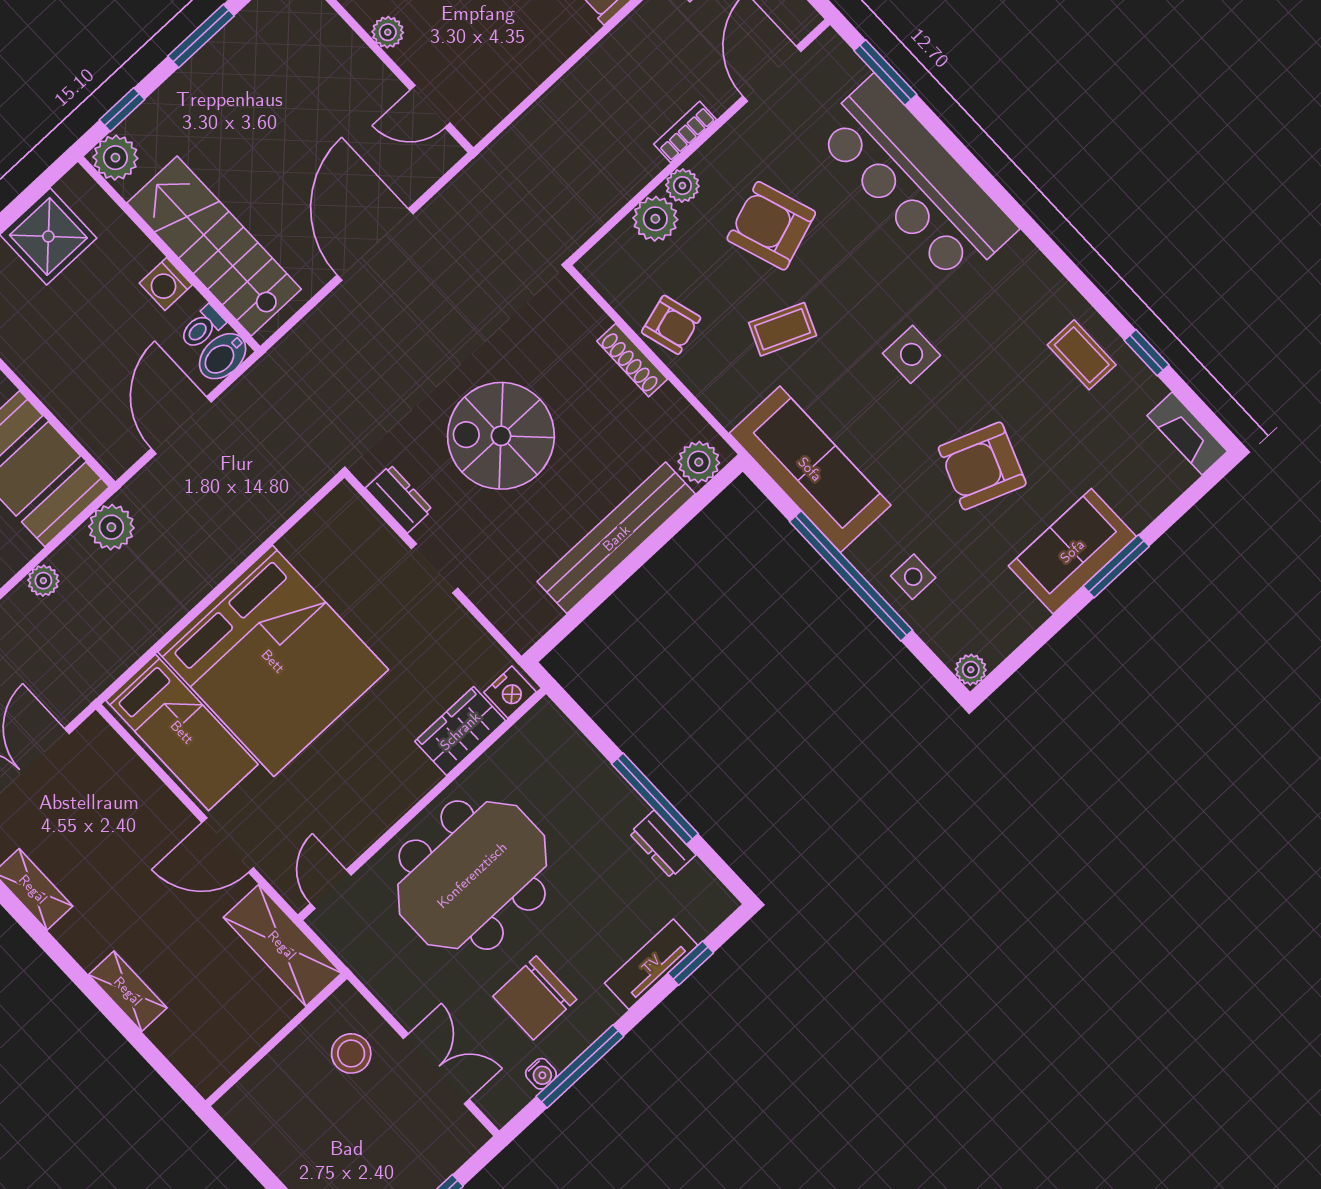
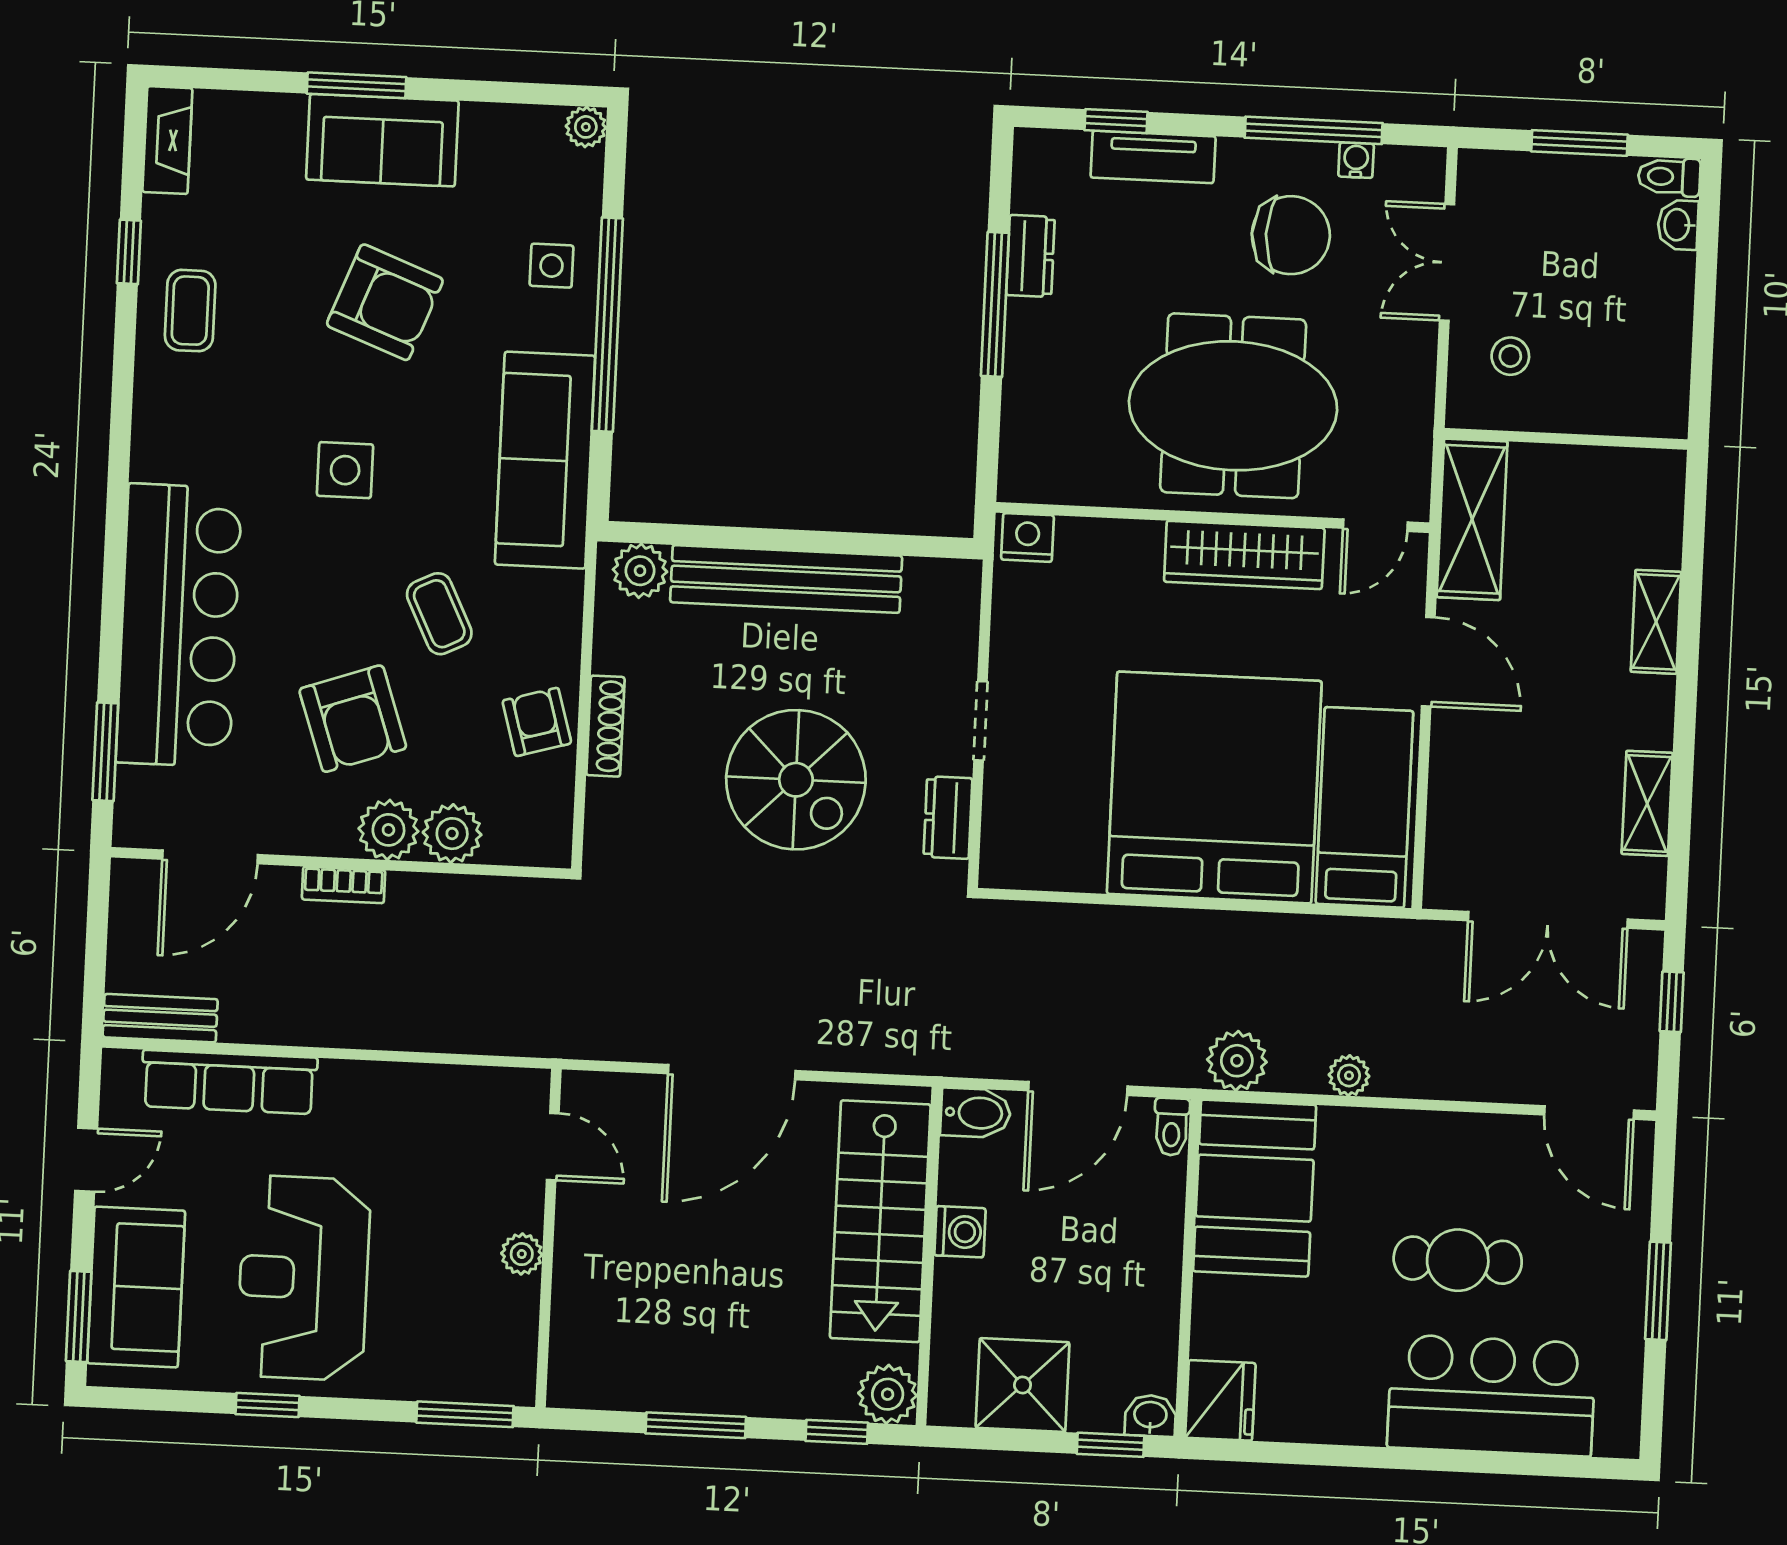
plant: (682, 186) -> (388, 830), width x1.38, depth x1.38
toilet: (202, 327) -> (1172, 1127), moved, turned 90
coffee table: (783, 329) -> (439, 614), turned 41
wardrobe: (460, 731) -> (1244, 555), moved, width x1.50
stool: (351, 1053) -> (1510, 356), width x0.73, depth x0.73

